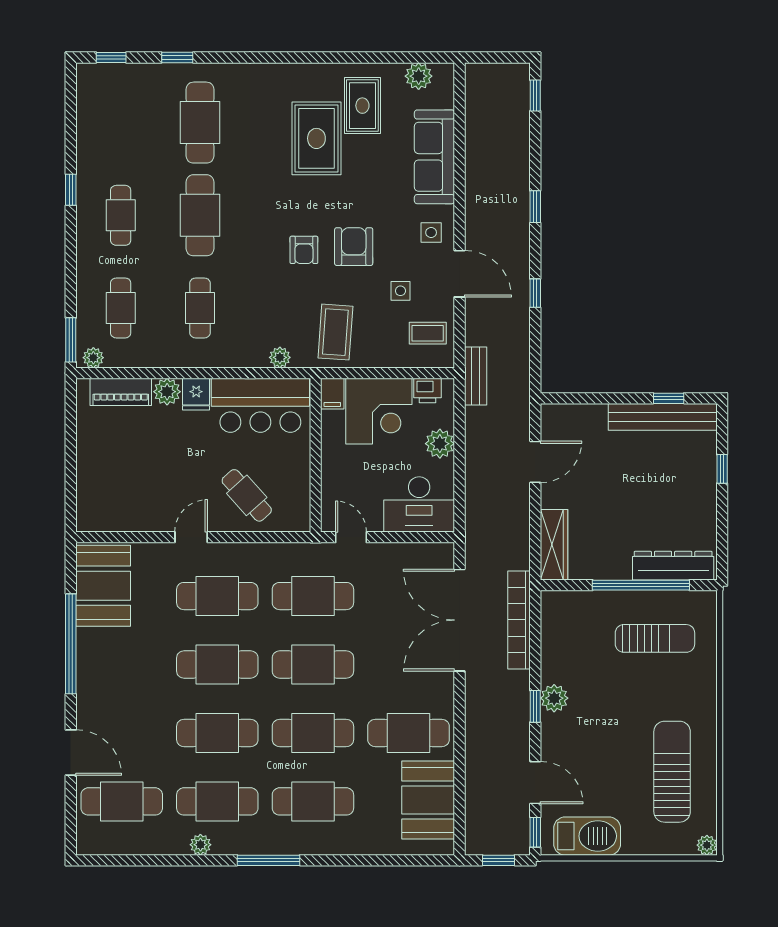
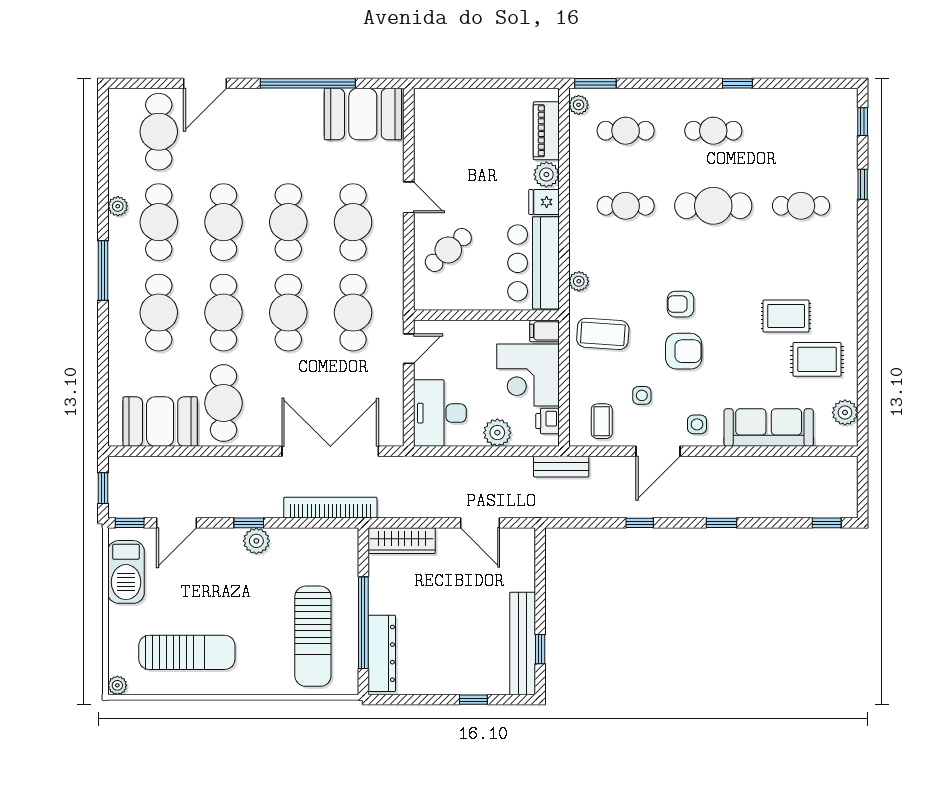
cafe table: (200, 123) -> (801, 206), width x0.73, depth x0.74
rug: (316, 138) -> (786, 316), width x0.73, depth x0.70
sun lounger: (655, 638) -> (313, 636), width x1.36, depth x1.34

